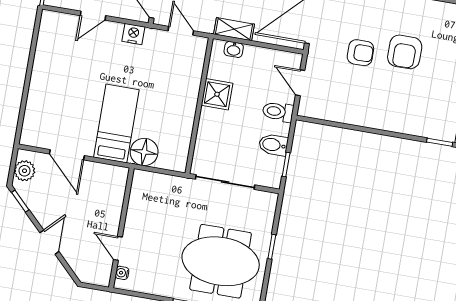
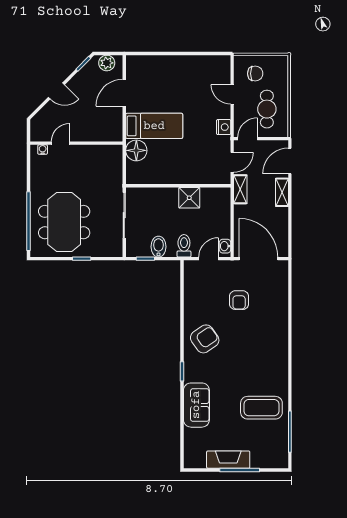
shelving: (234, 29) -> (240, 189), moved
washbasin: (234, 49) -> (225, 246), moved
armchair: (405, 52) -> (205, 339), moved, turned 145

